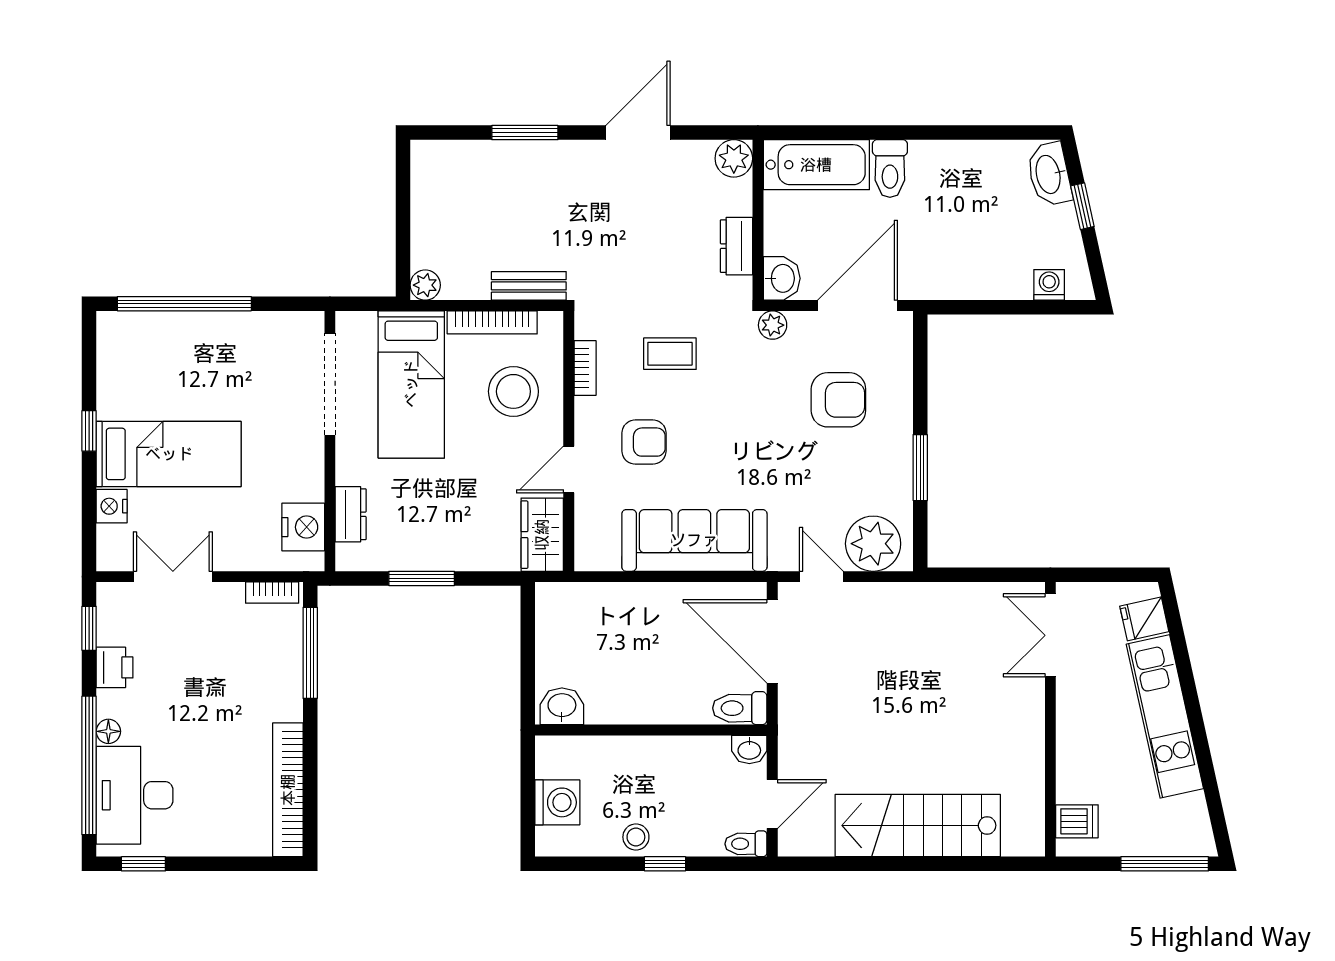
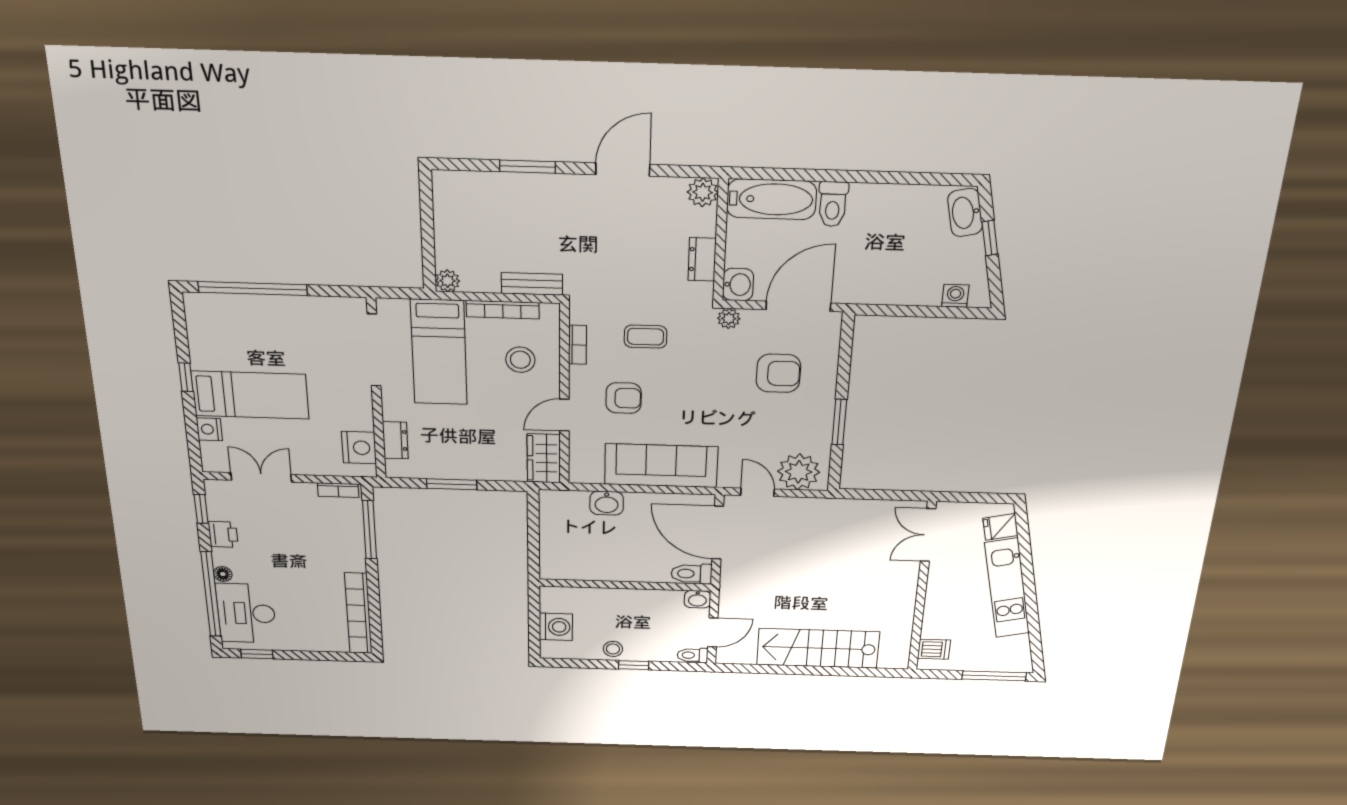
stool: (513, 391) -> (520, 360), width x0.73, depth x0.73
washbasin: (562, 706) -> (607, 503), moved, turned 180

